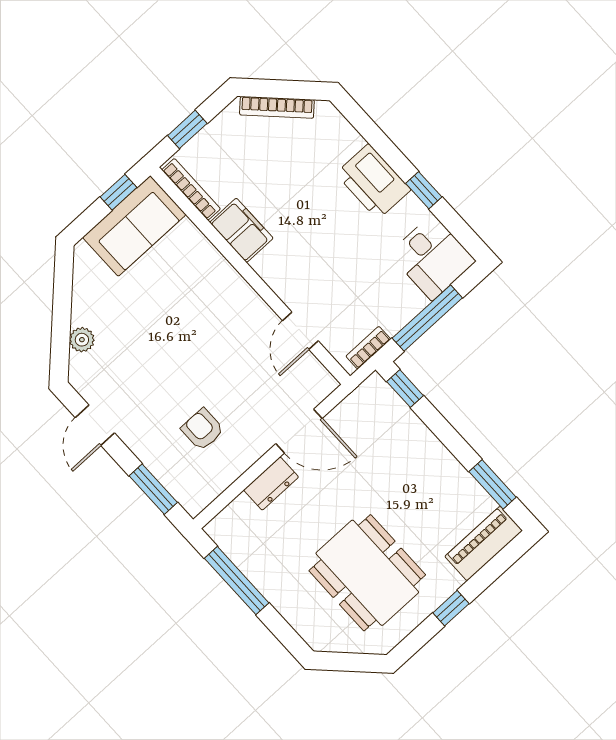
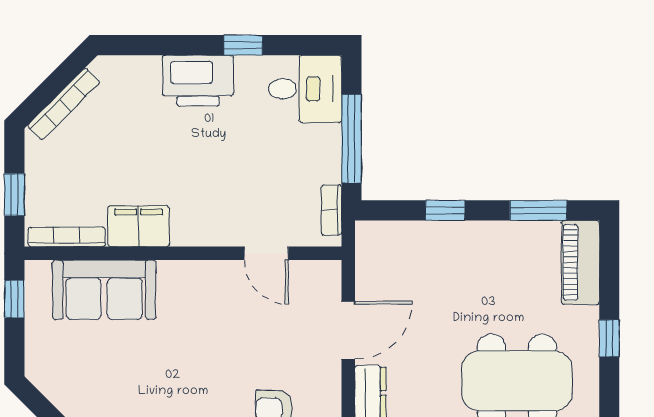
sofa: (134, 226) -> (104, 290), moved, turned 90
window: (405, 389) -> (445, 210), moved

